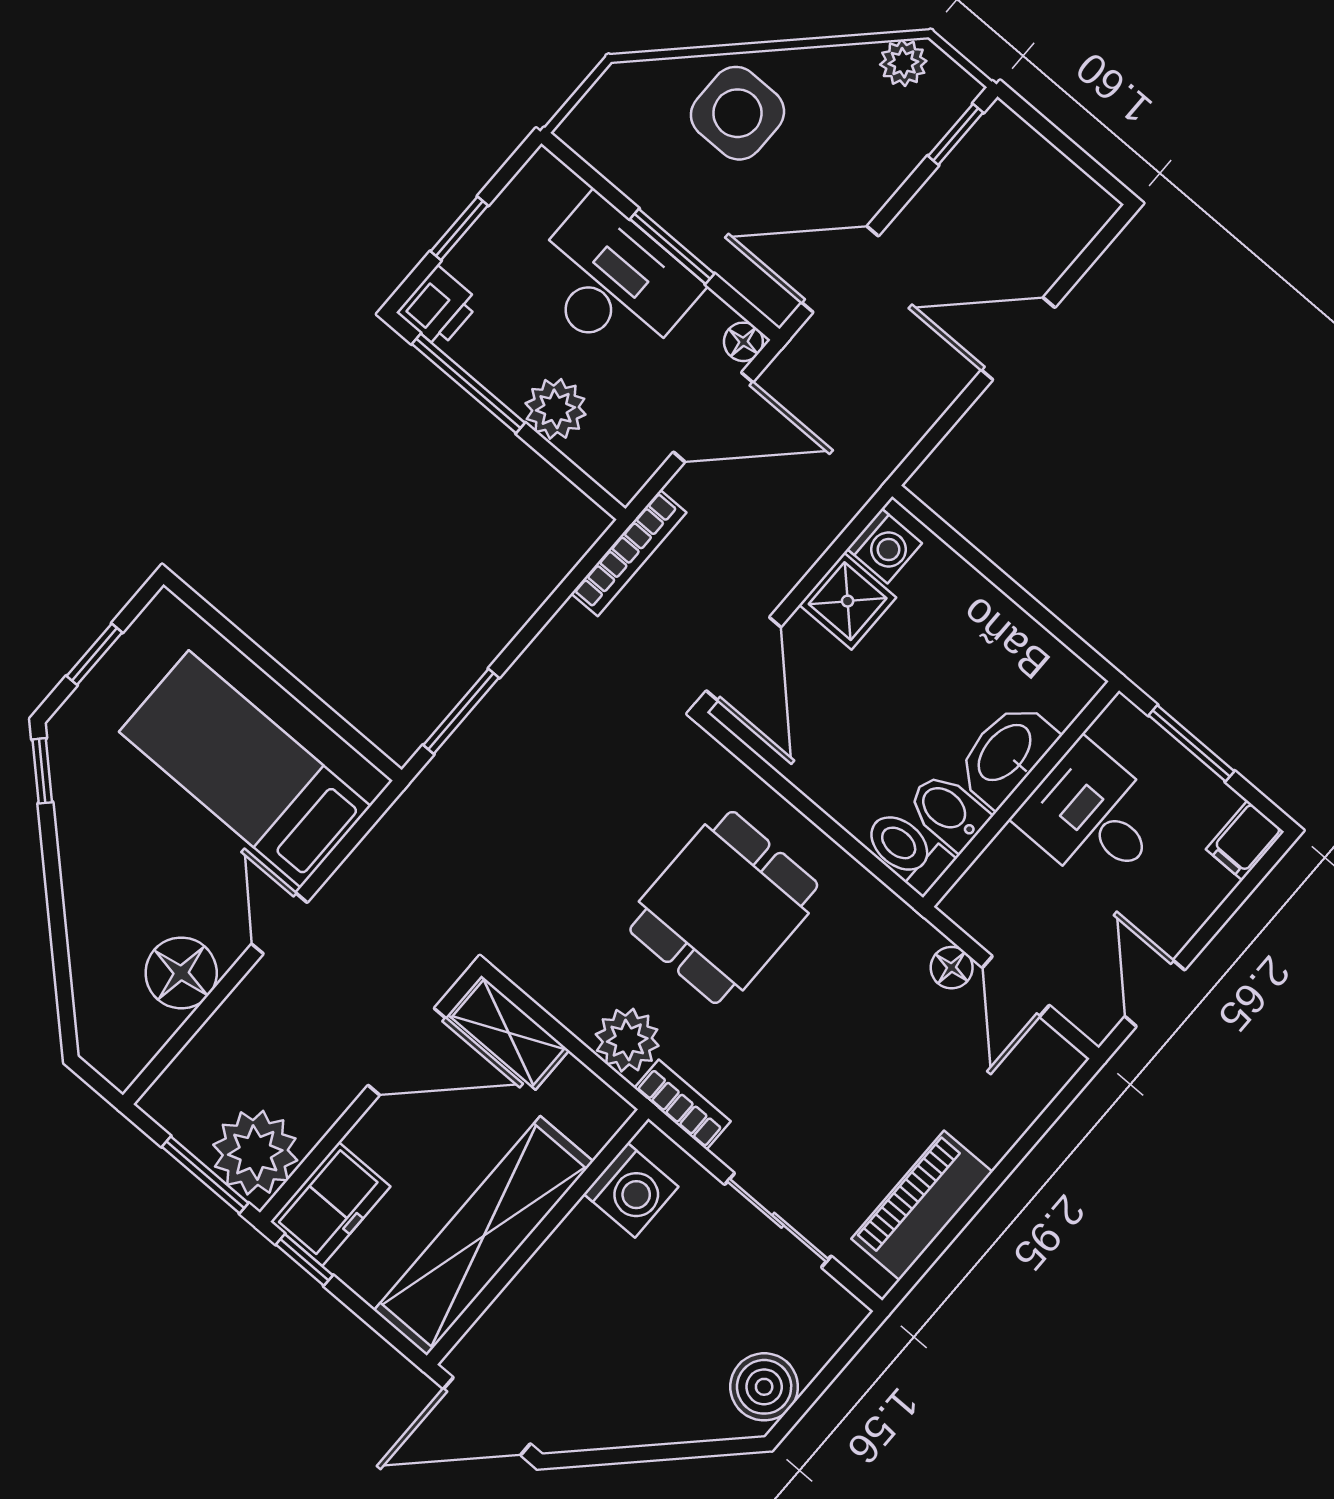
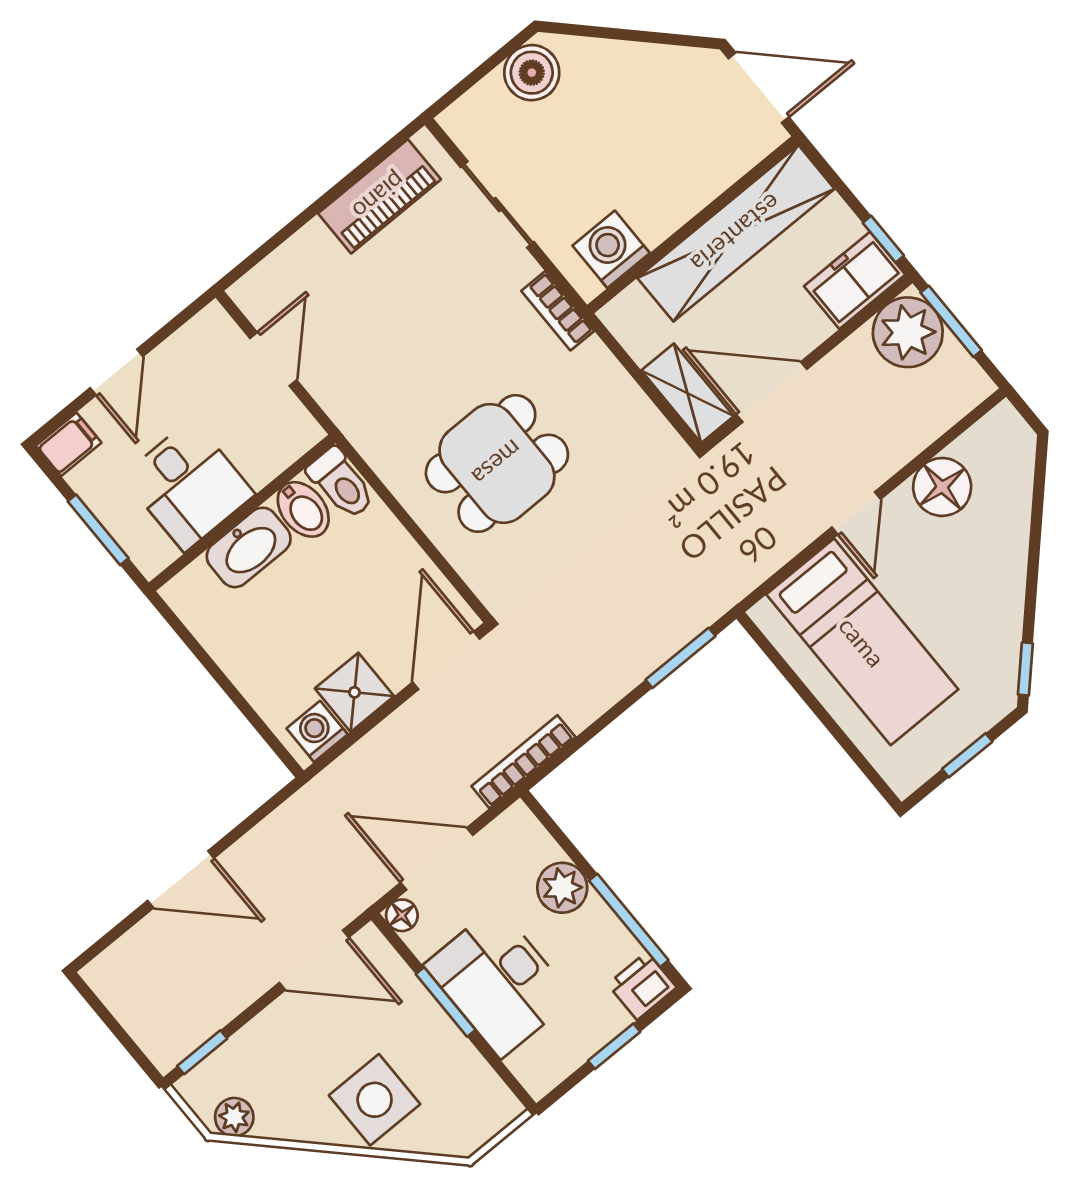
floor lamp: (952, 968) -> (322, 383), removed
door: (1155, 993) -> (117, 372), moved
plant: (627, 1040) -> (593, 371), removed

